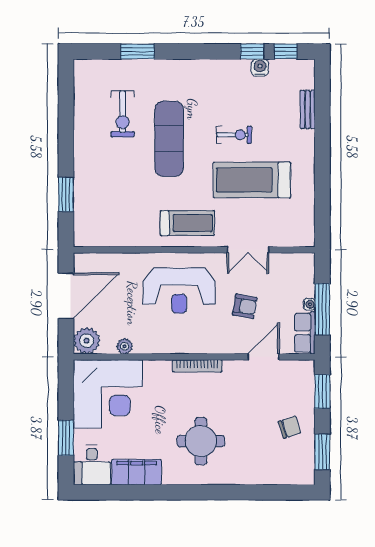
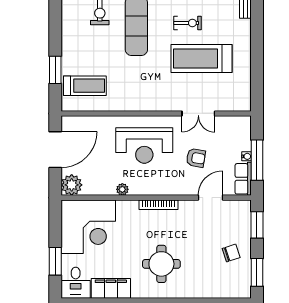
treadmill: (187, 223) -> (85, 86), moved
plant: (125, 346) -> (122, 189), moved

